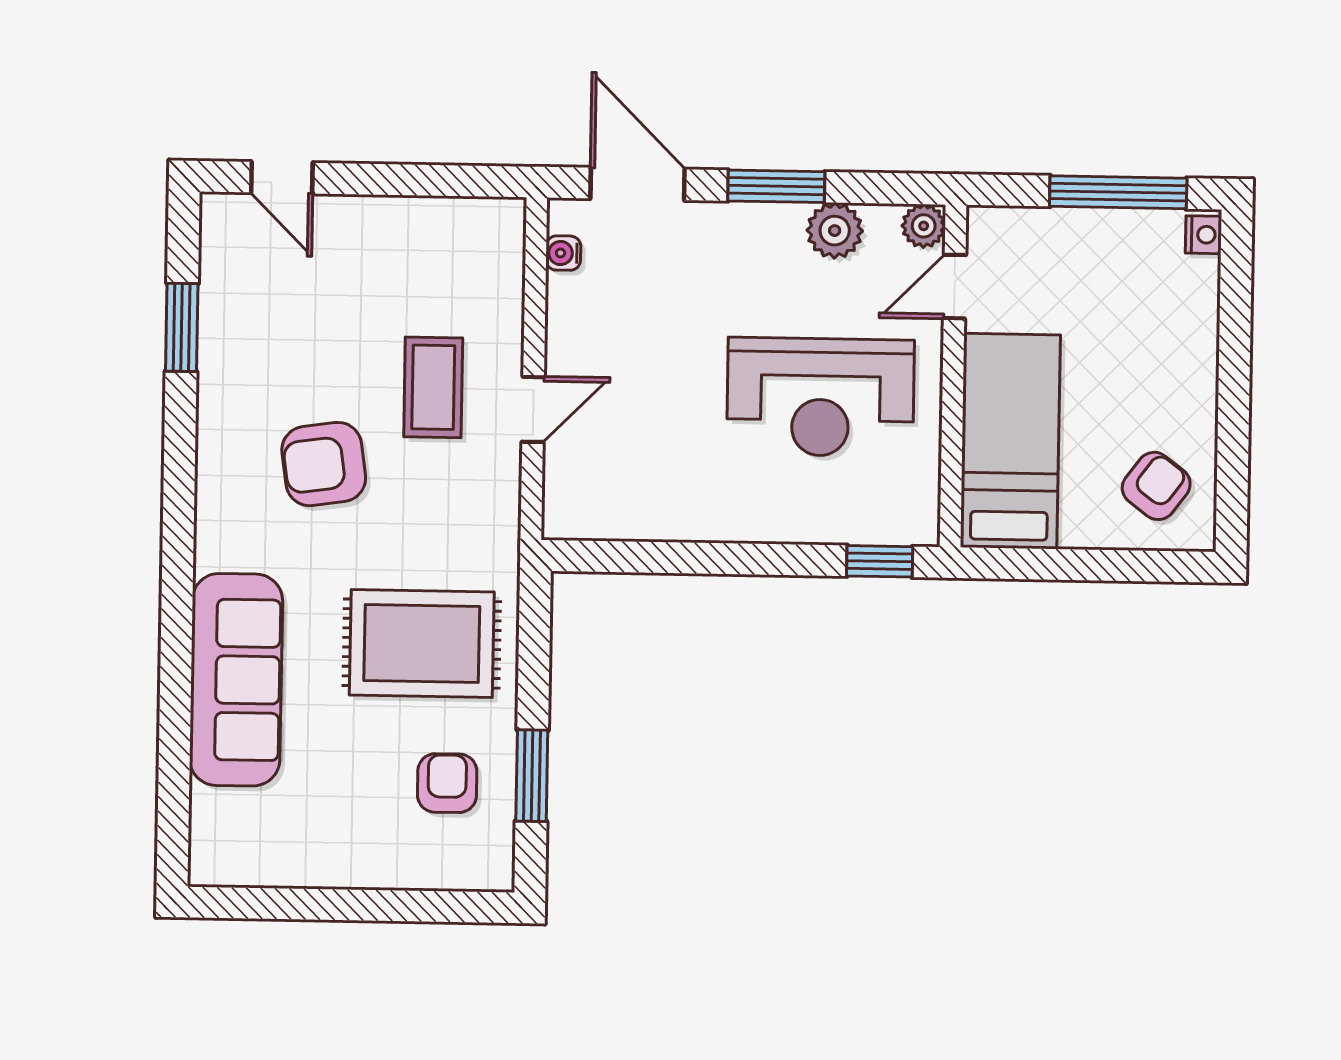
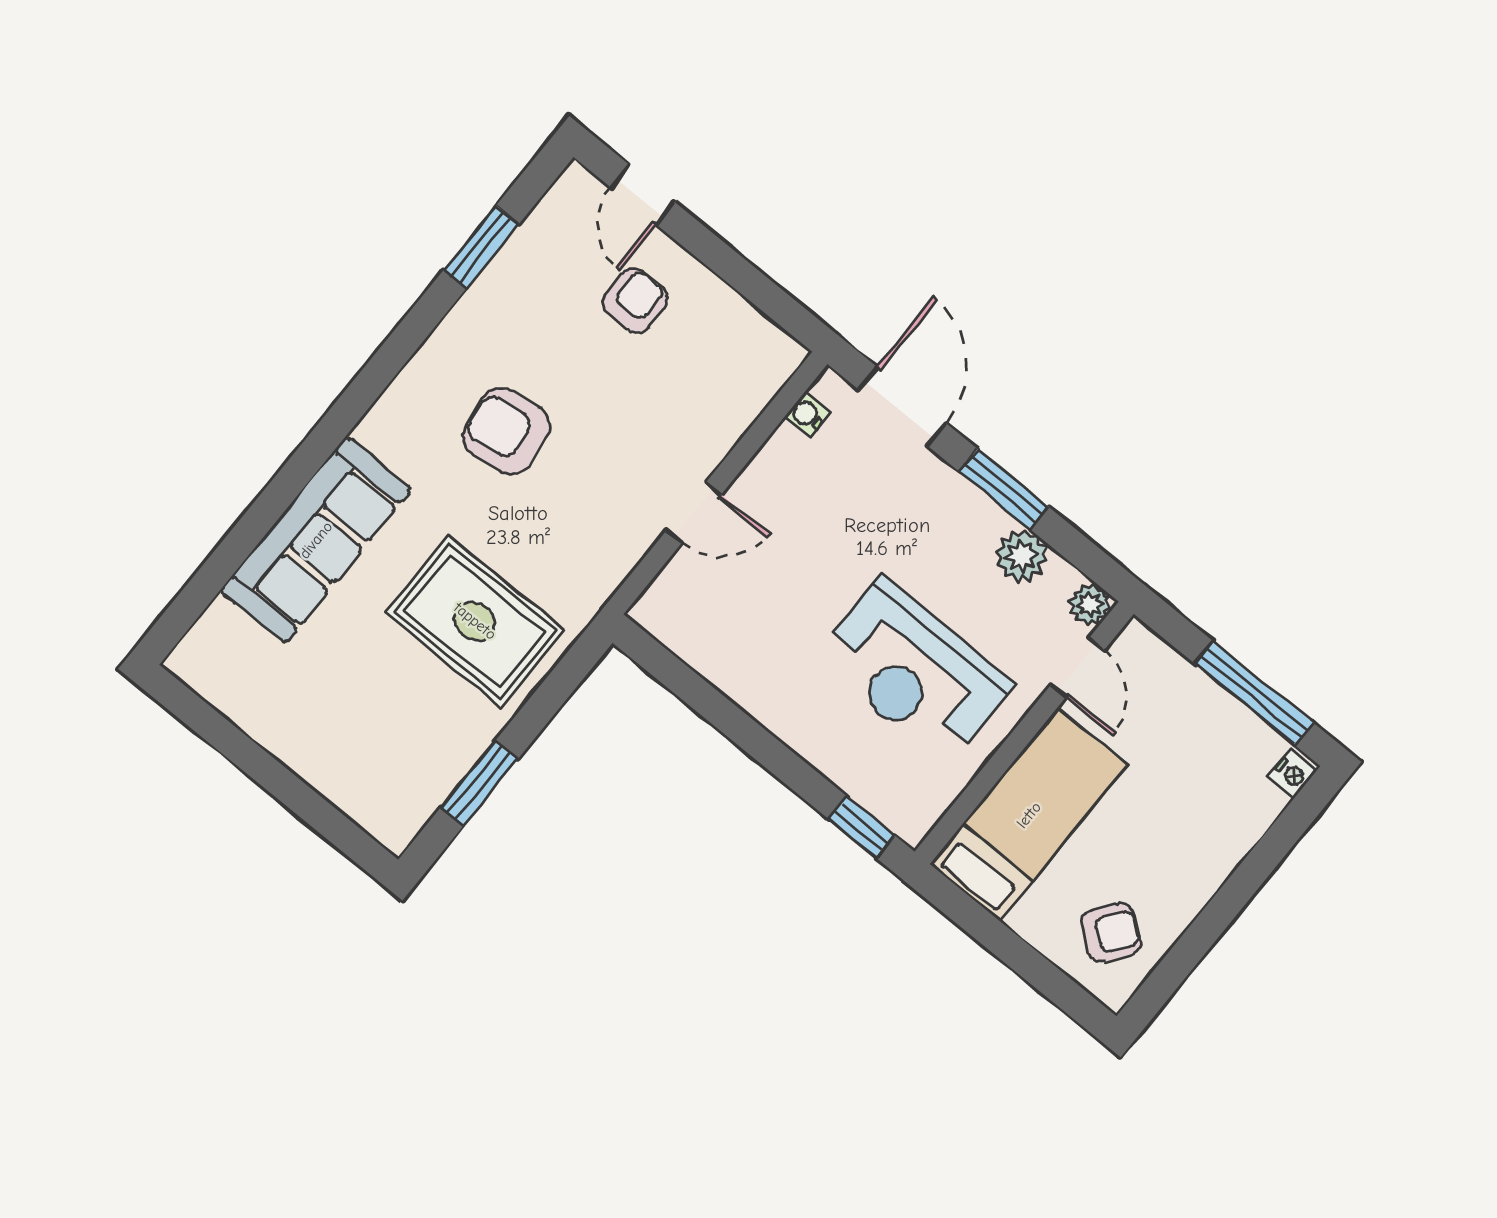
door: (955, 287) -> (1077, 667), swing flipped
coffee table: (433, 387) -> (632, 438), removed
armchair: (447, 783) -> (635, 300), moved

